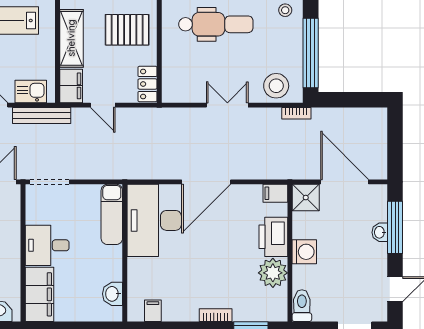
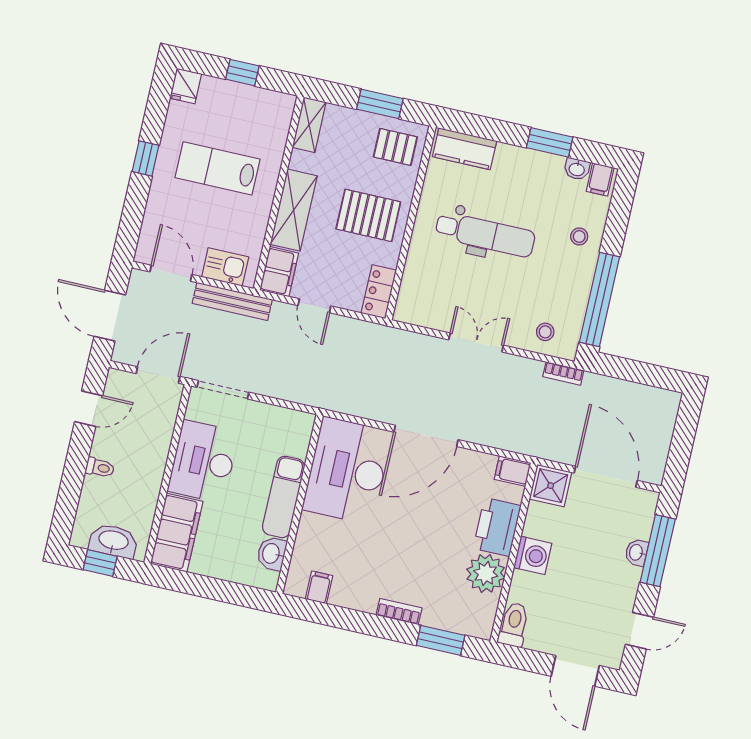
stool: (276, 86) -> (545, 332), width x0.53, depth x0.53
exam couch: (112, 214) -> (284, 497), moved
desk: (47, 245) -> (203, 461), width x1.37

